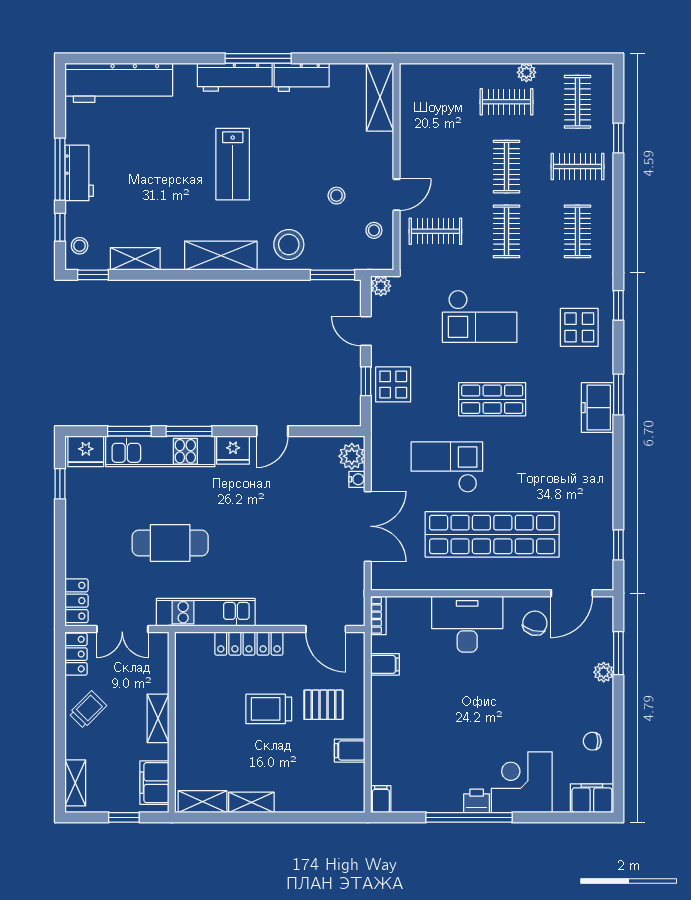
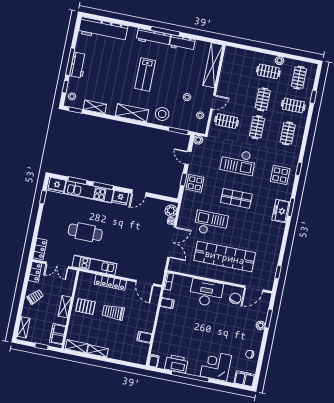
shelving: (380, 97) -> (213, 65), width x1.47
pallet: (324, 705) -> (85, 306), moved
printer: (477, 801) -> (176, 364), moved, width x1.87, depth x1.48

